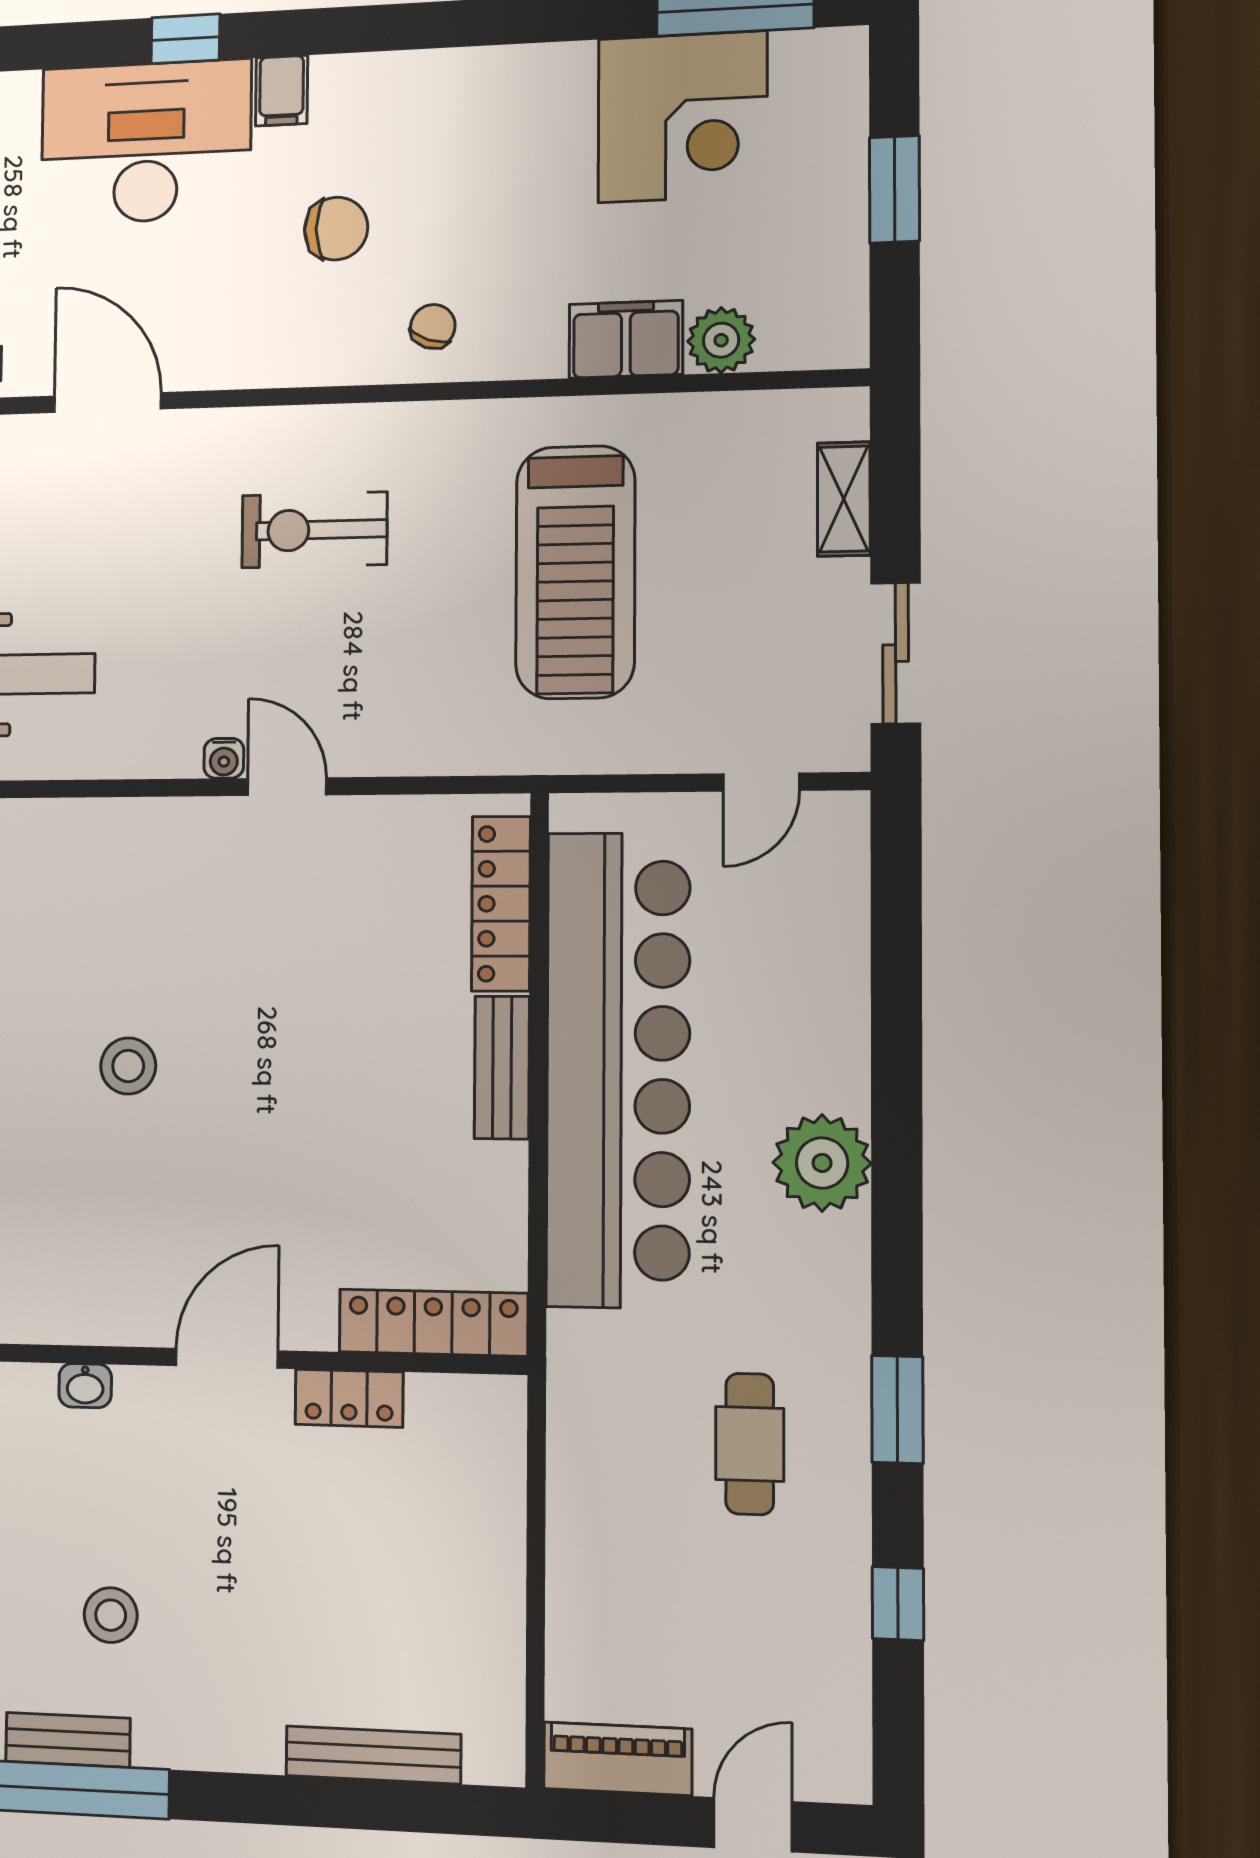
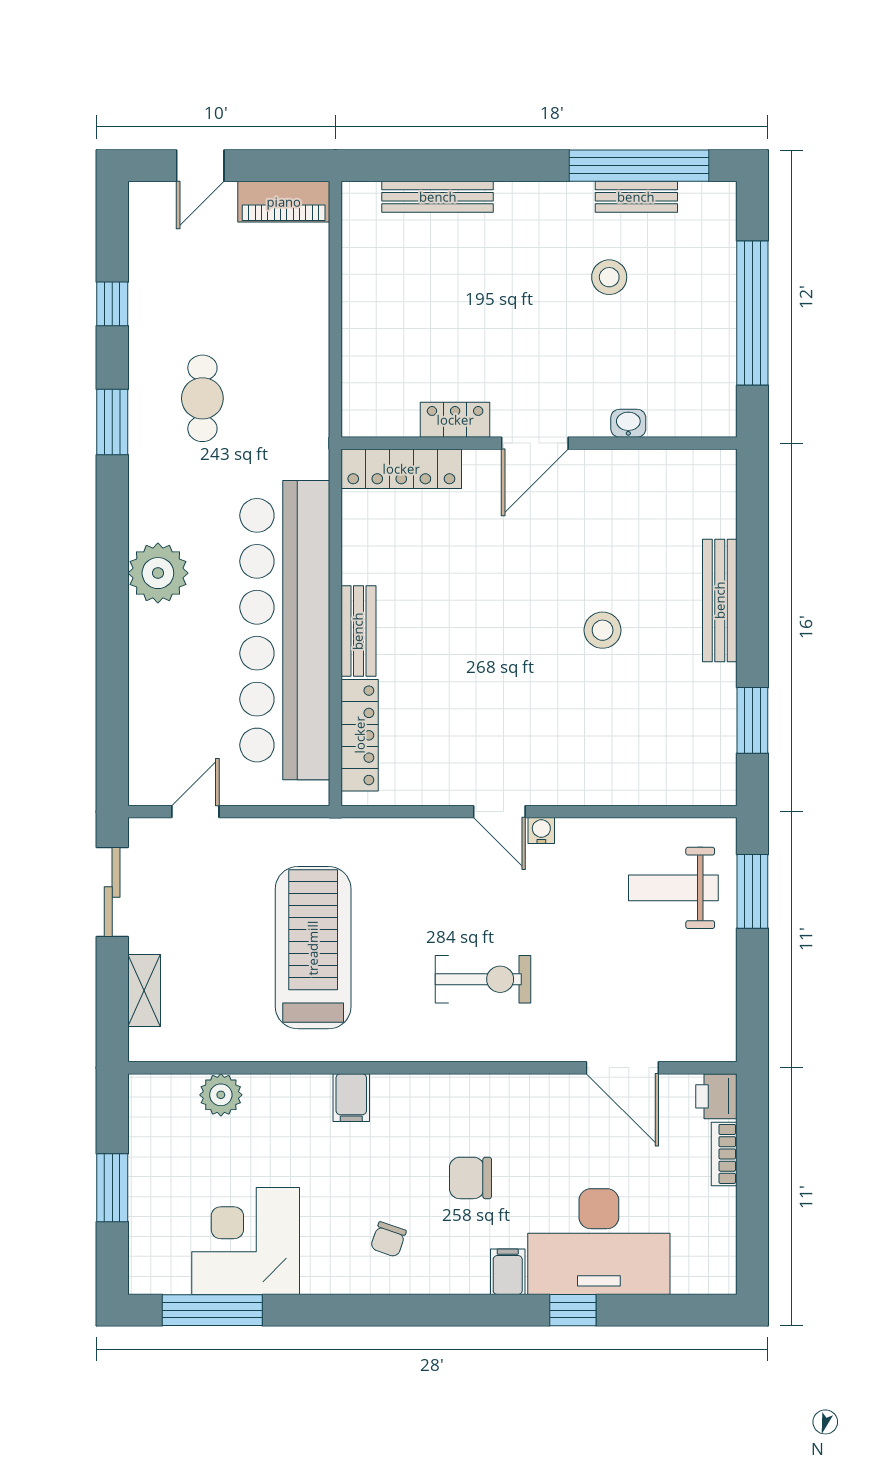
chair: (433, 326) -> (388, 1239), moved
filing cabinet: (626, 339) -> (351, 1098), moved, width x0.50

